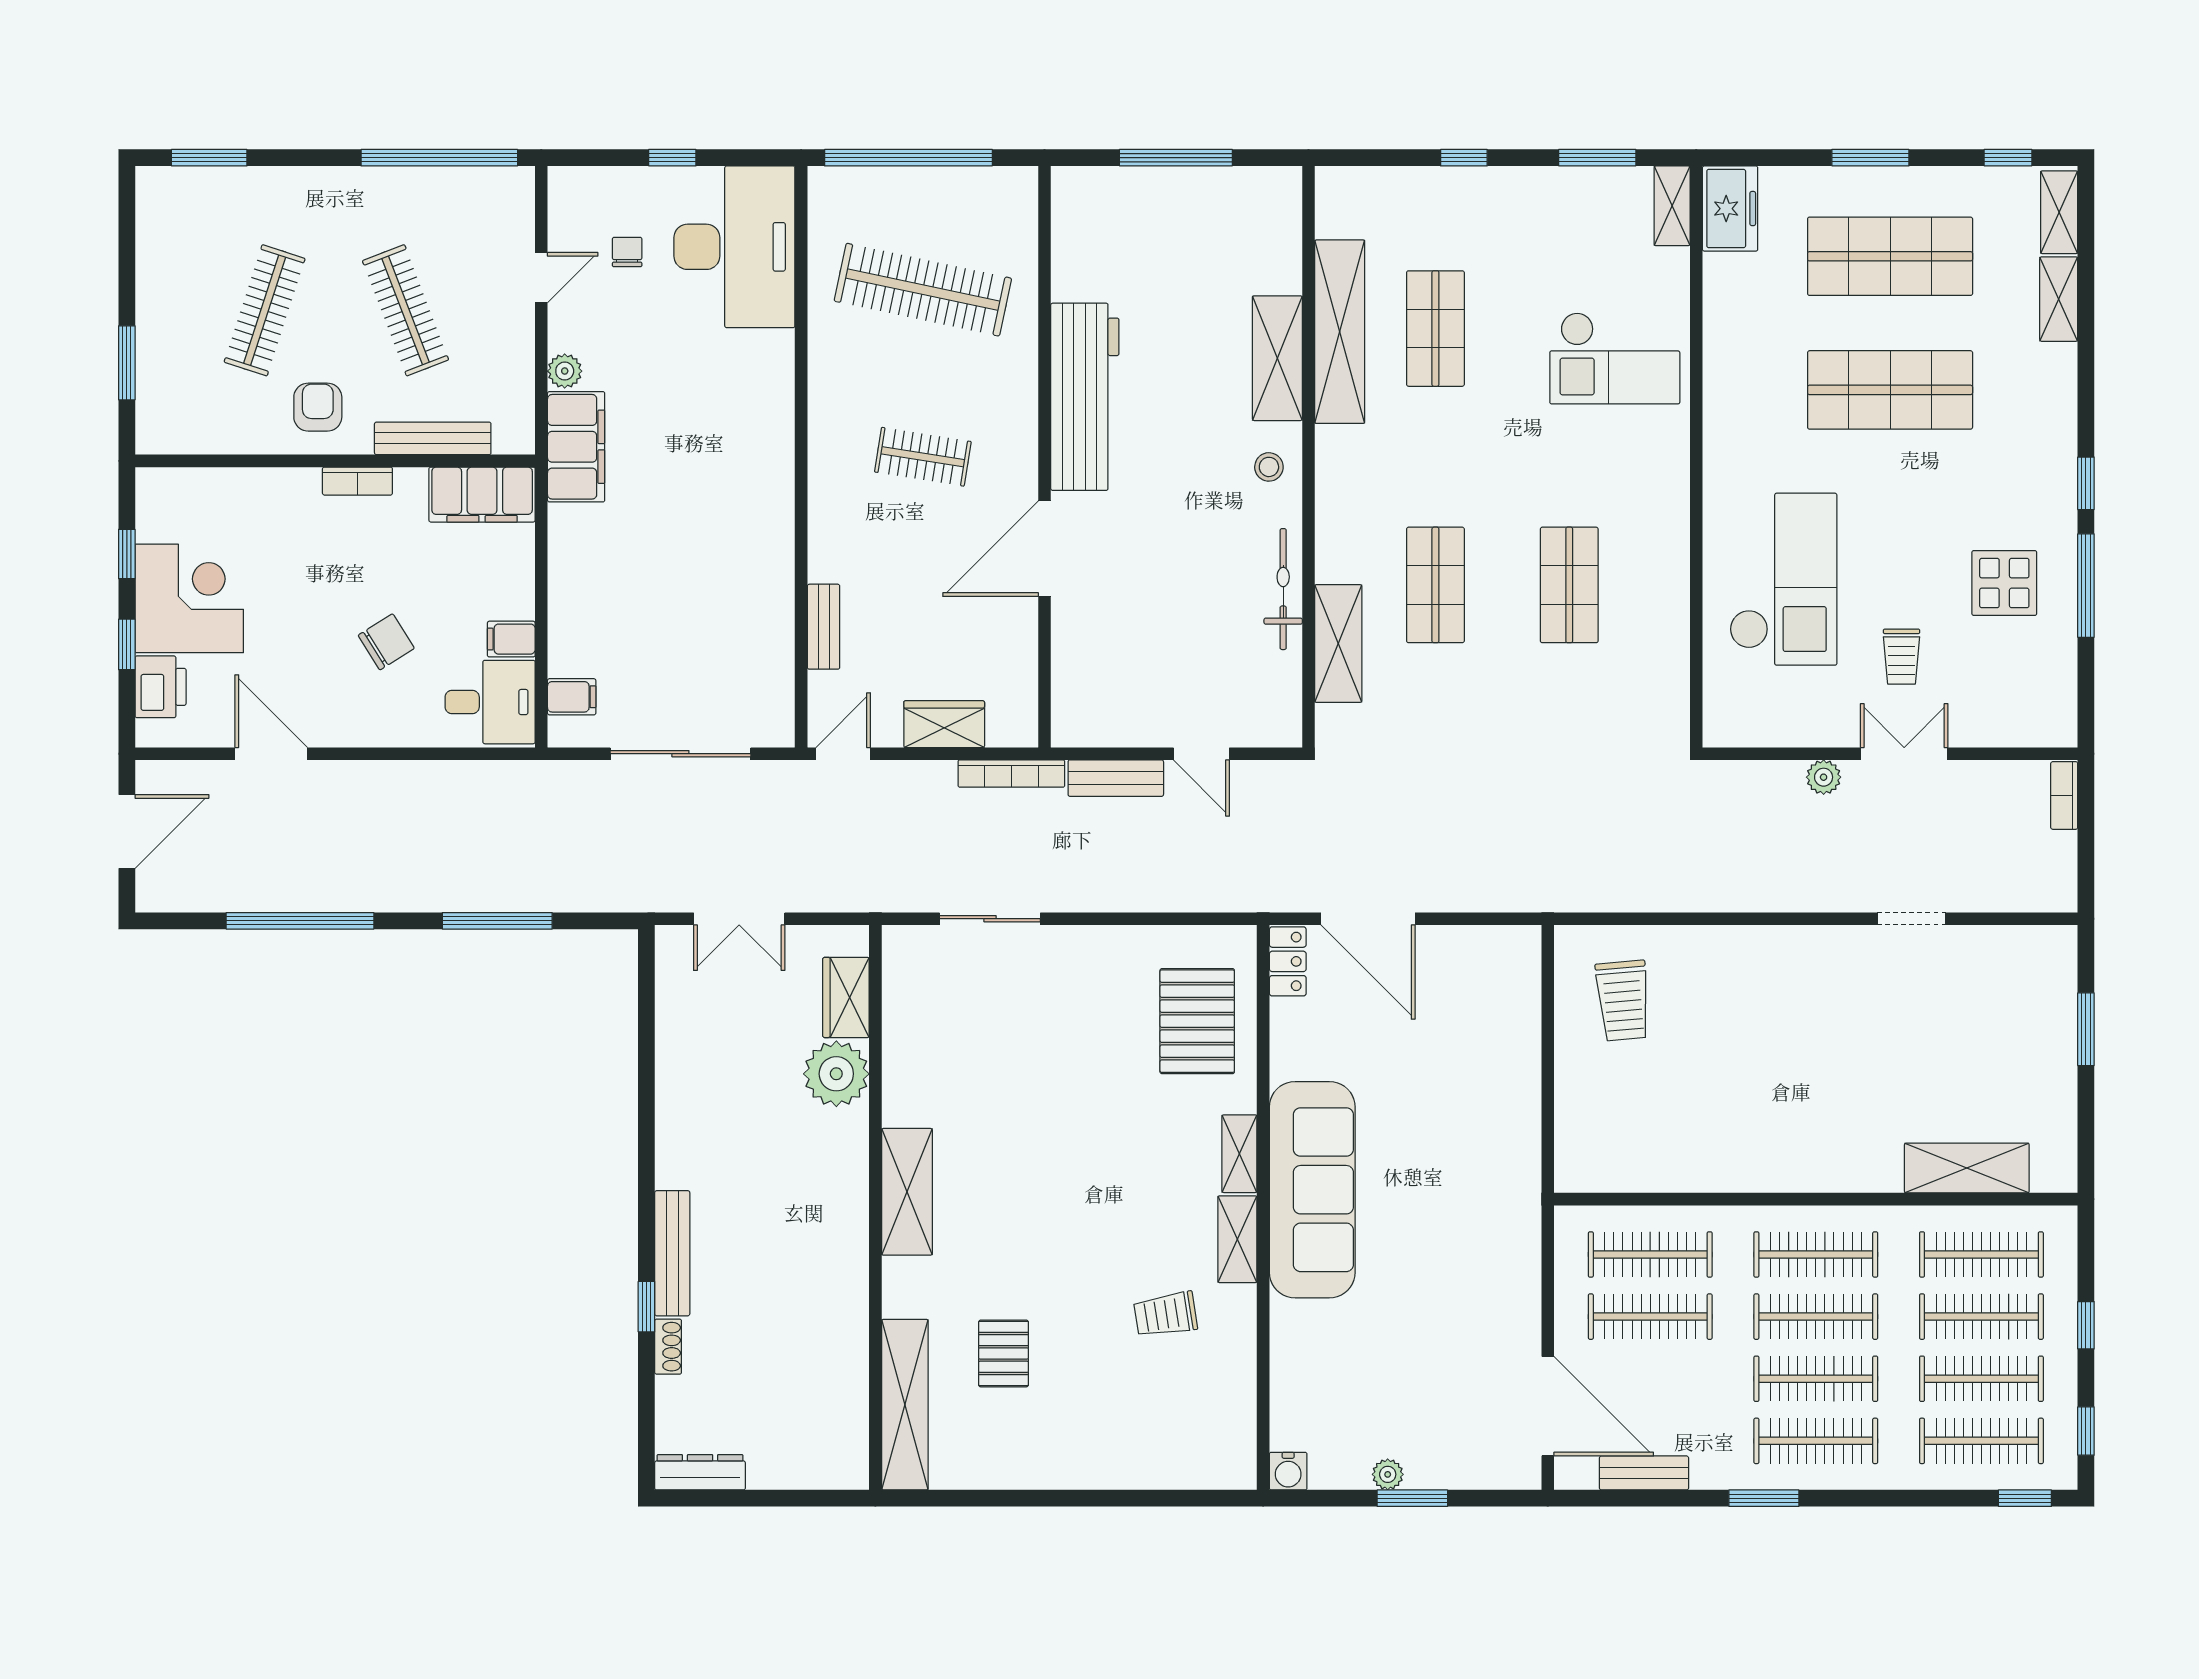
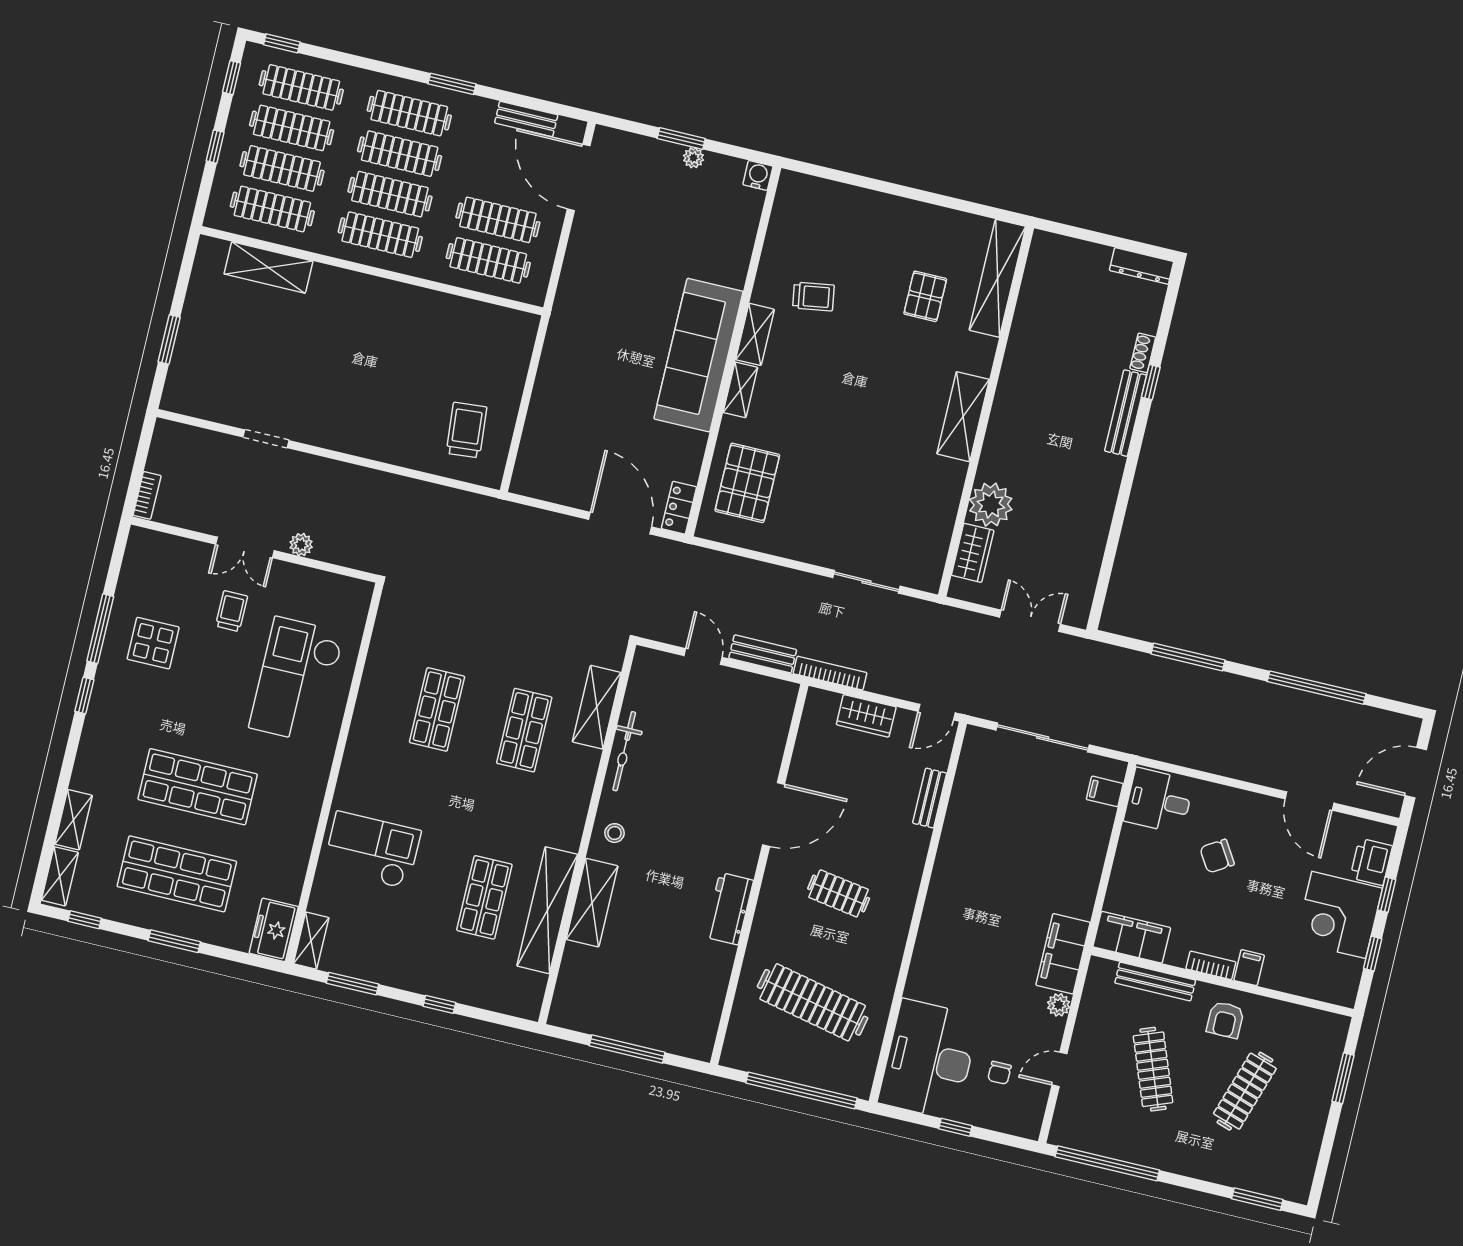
workbench: (1085, 397) -> (729, 909), width x0.53, depth x0.76
filing cabinet: (511, 639) -> (1249, 968), moved, turned -90

